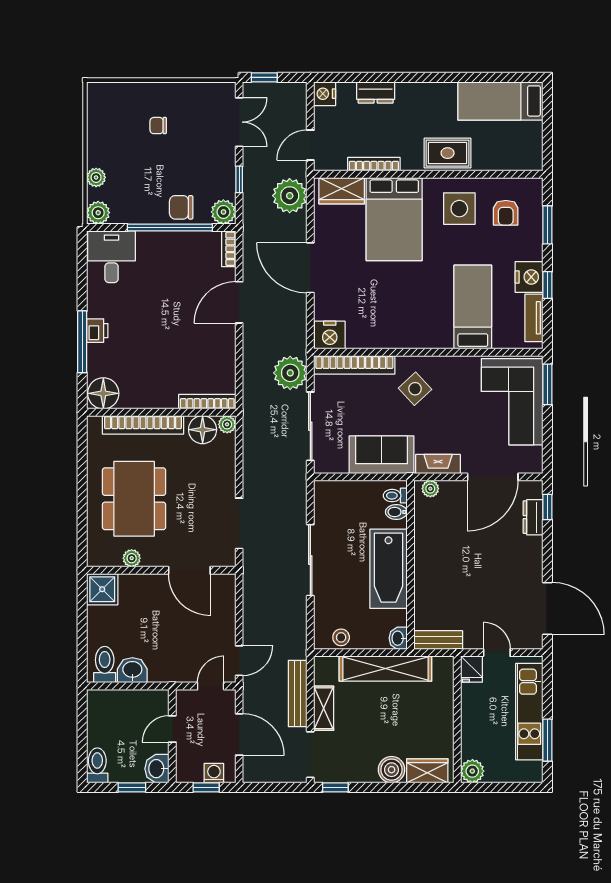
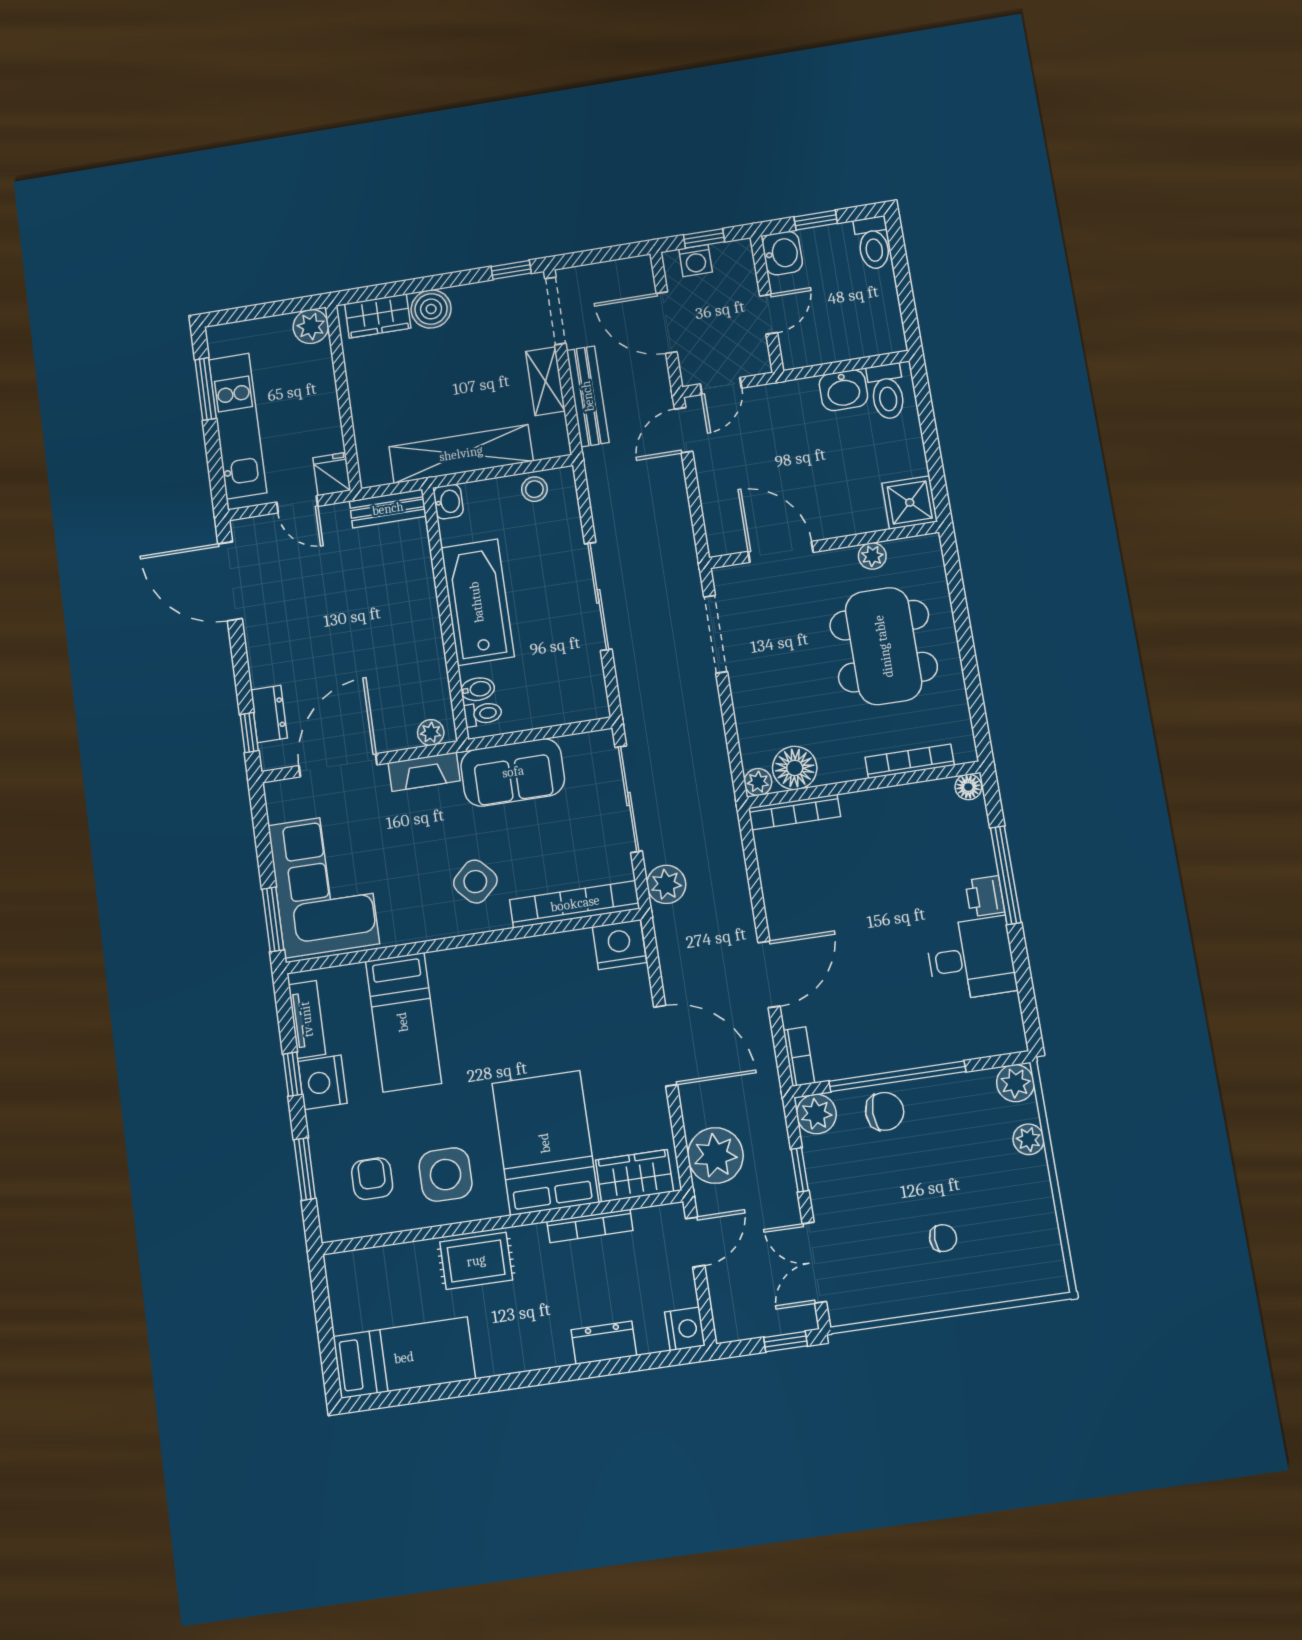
desk: (112, 257) -> (971, 959), moved, turned -90
plant: (290, 373) -> (666, 884), width x0.73, depth x0.73
floor lamp: (103, 393) -> (968, 787), width x0.53, depth x0.53
bookcase: (143, 425) -> (910, 761), width x0.68, depth x0.76

